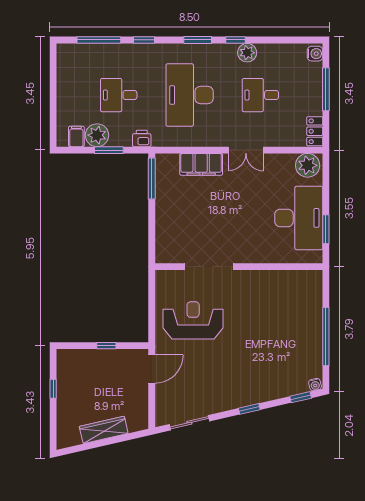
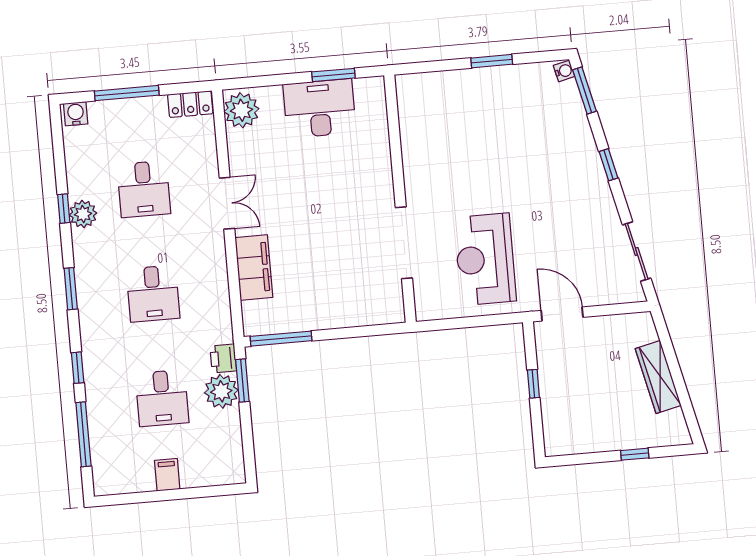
window: (236, 40) -> (64, 209), moved
desk: (190, 95) -> (153, 294), width x0.53, depth x0.77
plant: (97, 135) -> (221, 391), moved
filing cabinet: (76, 136) -> (167, 475), moved, turned 90
window: (109, 150) -> (242, 380), moved
desk: (299, 218) -> (320, 108), width x0.73, depth x0.77
window: (326, 337) -> (492, 61), width x0.47
window: (53, 389) -> (635, 454), moved
window: (301, 397) -> (584, 91), width x1.50

